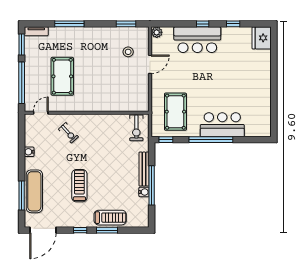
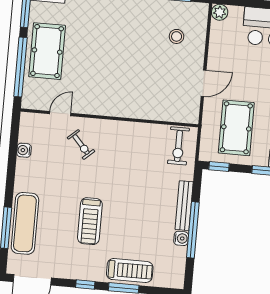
door: (150, 64) -> (204, 83), moved
pool table: (62, 76) -> (47, 51), moved
door: (41, 113) -> (60, 114), moved
water cooler: (29, 152) -> (24, 150), moved
treadmill: (79, 186) -> (90, 221), turned 180

